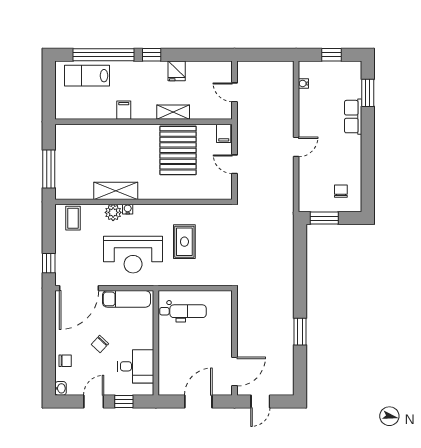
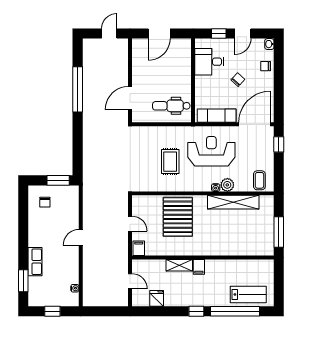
fridge: (177, 71) -> (157, 298), moved
filing cabinet: (124, 110) -> (199, 267), moved
pallet: (178, 150) -> (178, 217), moved
window: (49, 169) -> (279, 232), moved
shelving: (116, 191) -> (233, 202), width x1.47
window: (300, 332) -> (78, 89), width x2.11
door: (235, 372) -> (130, 98), moved

